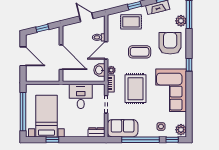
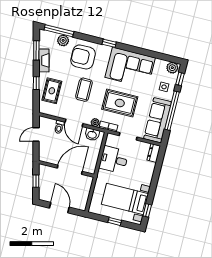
door: (23, 56) -> (59, 208), hinge flipped
window: (23, 112) -> (115, 221), width x0.32
sofa: (123, 128) -> (158, 120), width x1.36
window: (52, 140) -> (147, 210), moved

